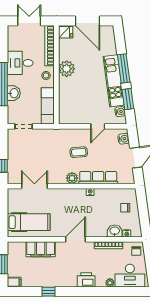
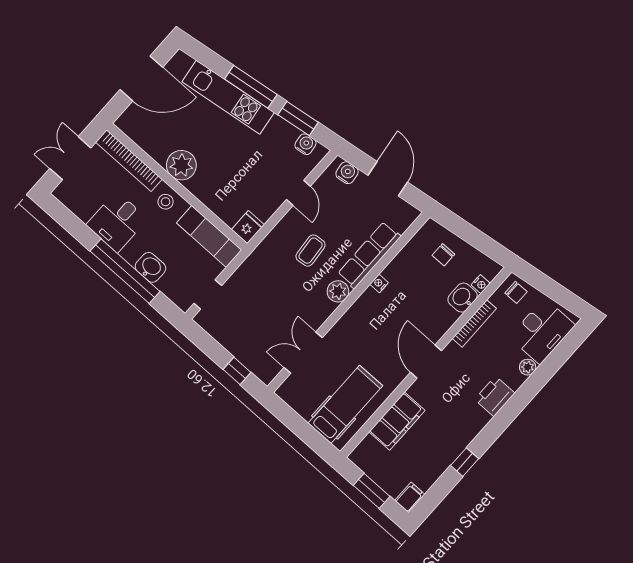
fridge: (66, 32) -> (248, 227), moved
kitchen unit: (114, 81) -> (228, 97), moved

